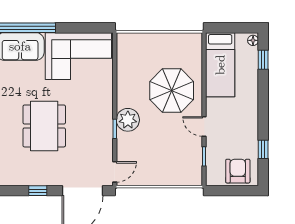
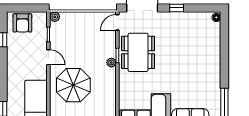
plant: (128, 120) -> (111, 63), width x0.53, depth x0.53
dining table: (44, 126) -> (138, 52), moved
plant: (196, 179) -> (55, 17), added

